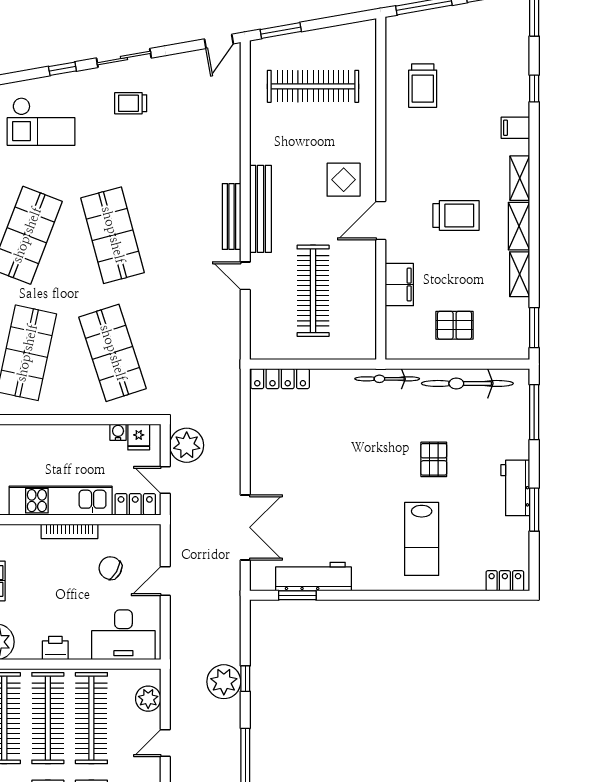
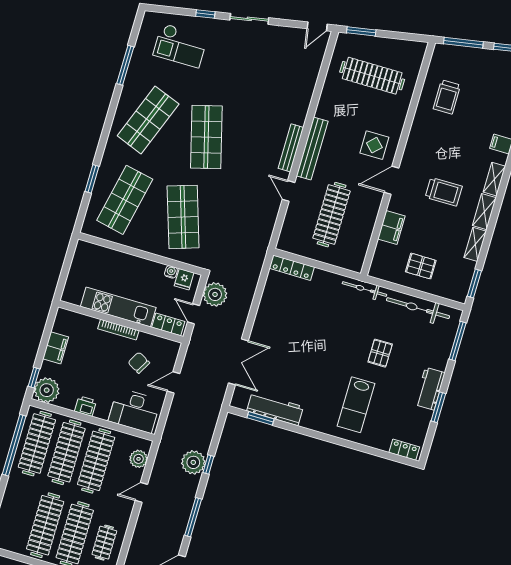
trolley: (131, 103) -> (245, 51), removed

